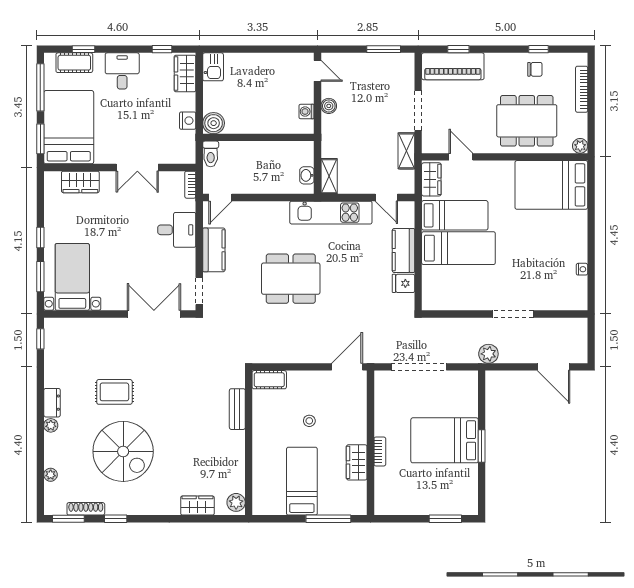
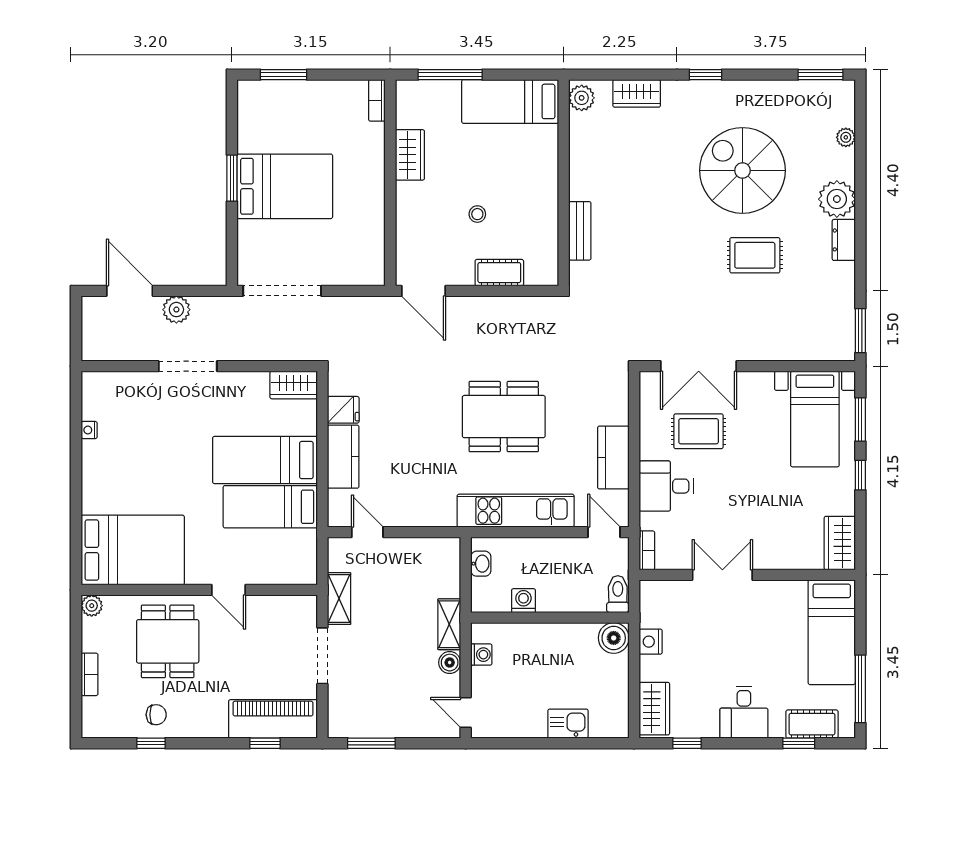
kitchen sink: (213, 67) -> (568, 724), moved, turned 90
chair: (535, 69) -> (156, 715), turned 180
bookcase: (582, 89) -> (89, 674), width x0.64
dining table: (527, 121) -> (168, 641), width x0.73
bed: (69, 127) -> (832, 632), width x0.67
window: (40, 139) -> (860, 616), removed
washing machine: (277, 149) -> (523, 601), added
door: (461, 157) -> (228, 590), moved
shelving: (329, 176) -> (449, 624), moved
wardrobe: (431, 179) -> (294, 385), moved, turned -90
wardrobe: (80, 182) -> (840, 543), moved, turned -90
door: (220, 197) -> (604, 532), hinge flipped
kitchen unit: (331, 213) -> (516, 511), moved
rug: (154, 268) -> (699, 431), added
doorway: (199, 291) -> (634, 399), removed
window: (40, 339) -> (860, 331), width x1.50
plant: (488, 354) -> (176, 310), moved
door: (347, 367) -> (424, 291), hinge flipped
doorway: (419, 367) -> (282, 291), moved
cot: (269, 380) -> (499, 273), moved
plant: (51, 425) -> (837, 199), width x1.88, depth x1.88
bookcase: (380, 451) -> (377, 100), moved
bed: (302, 481) -> (510, 101), moved, turned 90
shoe rack: (86, 509) -> (796, 89), removed
window: (116, 519) -> (706, 75), moved

